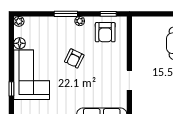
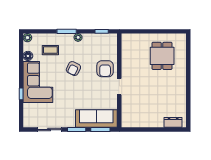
armchair: (105, 32) -> (105, 69), moved
coffee table: (47, 36) -> (50, 50), added

